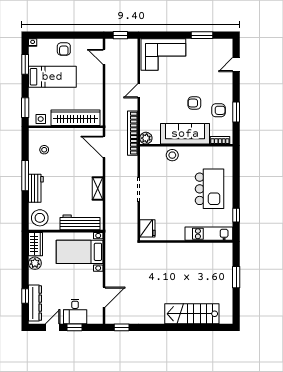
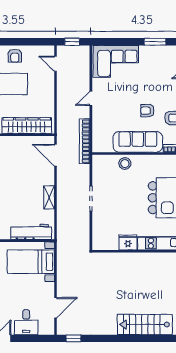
plant: (146, 138) -> (98, 146), removed
fridge: (147, 228) -> (128, 242), moved, turned -90
window: (75, 327) -> (26, 338), removed

